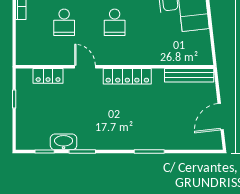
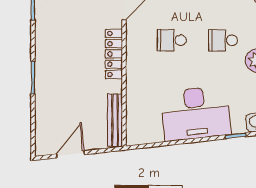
door: (221, 117) -> (70, 154), hinge flipped

